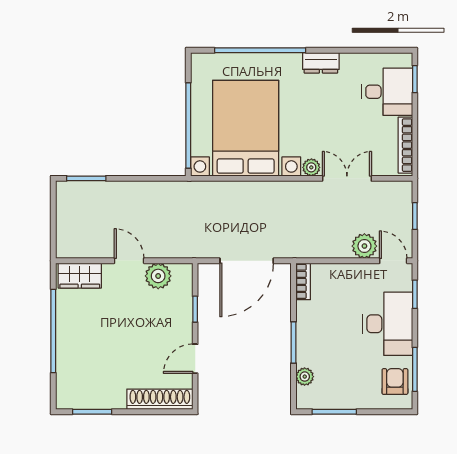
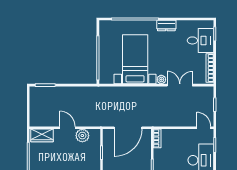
bed with nightstands: (246, 128) -> (135, 59), width x0.73
plant: (364, 246) -> (189, 120), removed

